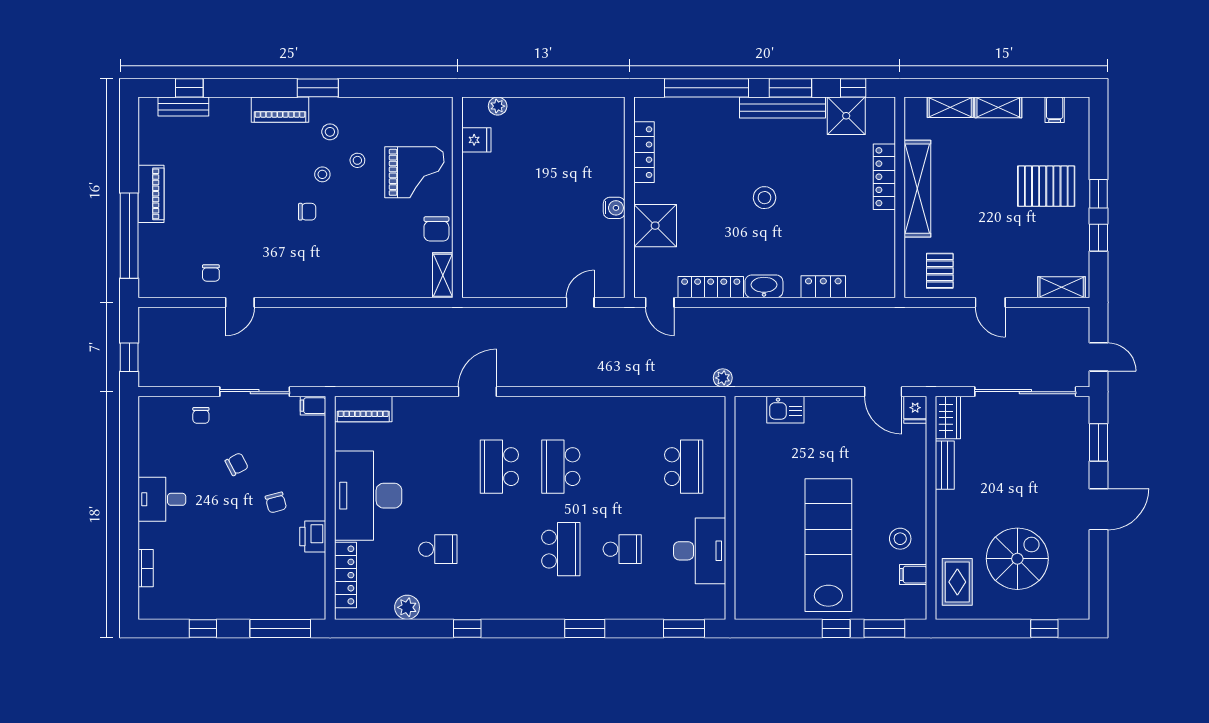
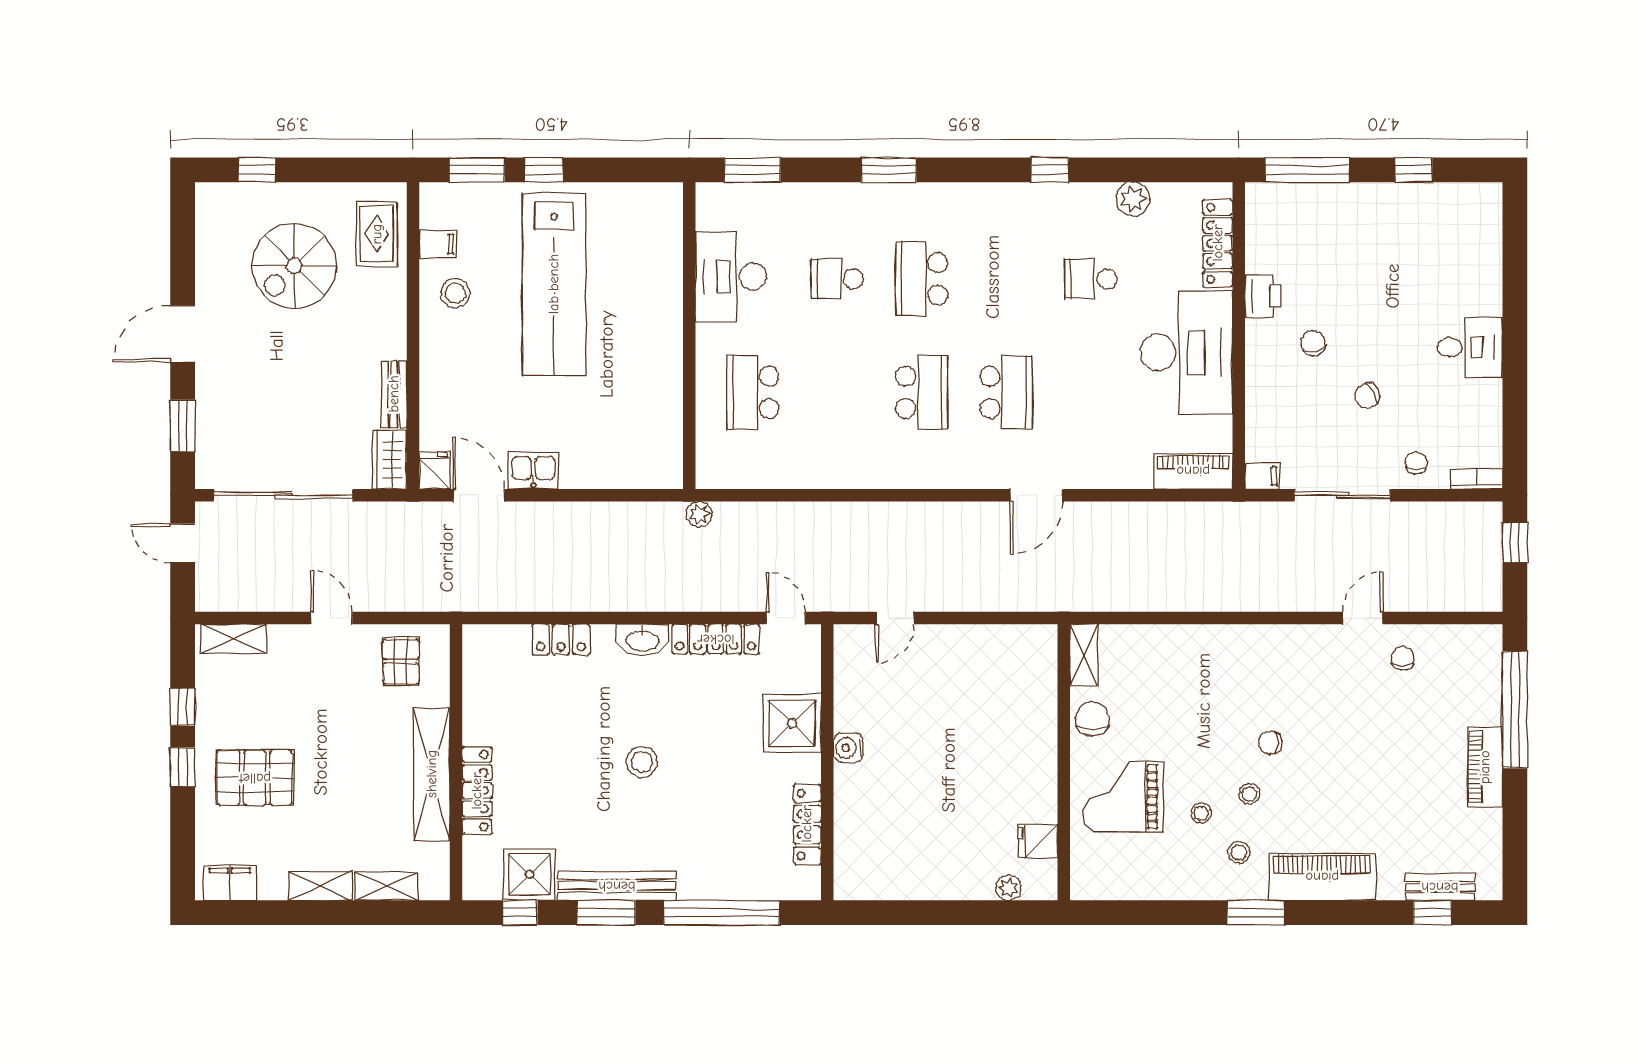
piano: (280, 110) -> (1322, 877), width x1.37, depth x1.33
filing cabinet: (1055, 110) -> (230, 883), width x2.00
kitchen sink: (785, 410) -> (533, 471), moved
bookcase: (146, 568) -> (1477, 479), moved, turned 90

